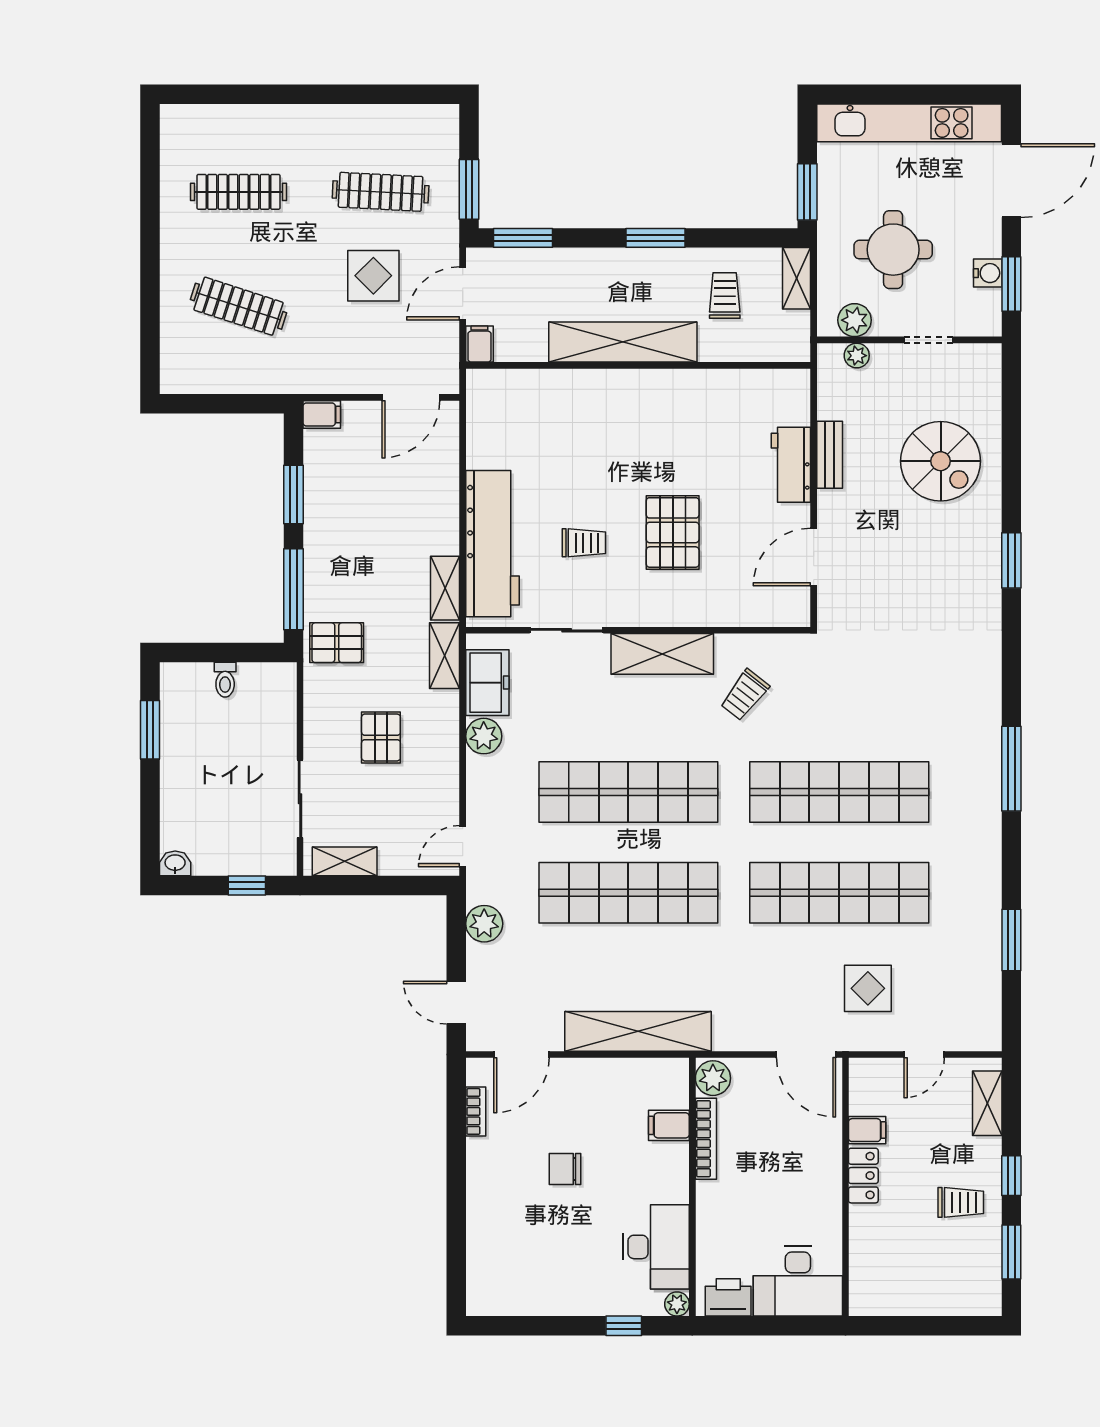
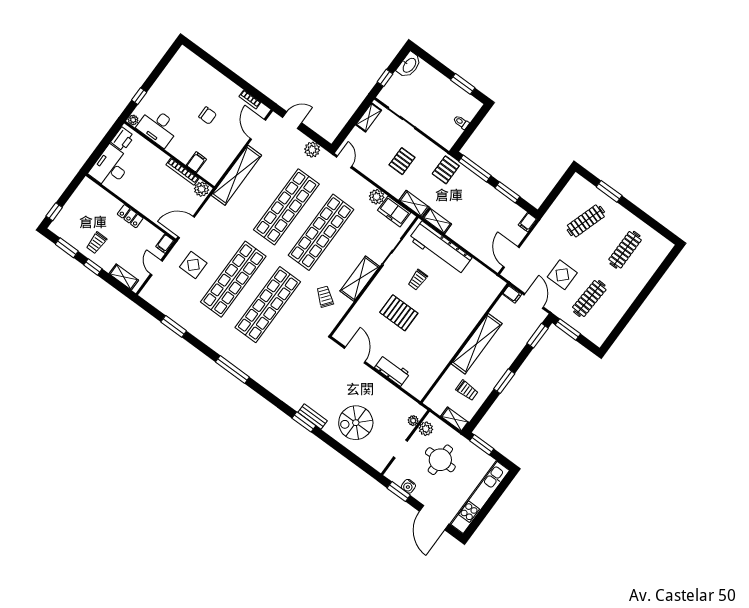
window: (150, 303) -> (609, 191), added
bench: (830, 455) -> (313, 417), moved
pallet: (381, 737) -> (402, 161), turned 90
washbasin: (175, 863) -> (409, 65), width x1.91, depth x1.45
filing cabinet: (867, 1130) -> (165, 244), moved
chair: (565, 1169) -> (208, 116), turned 90
window: (961, 1326) -> (54, 212), added

